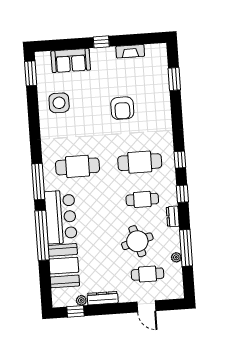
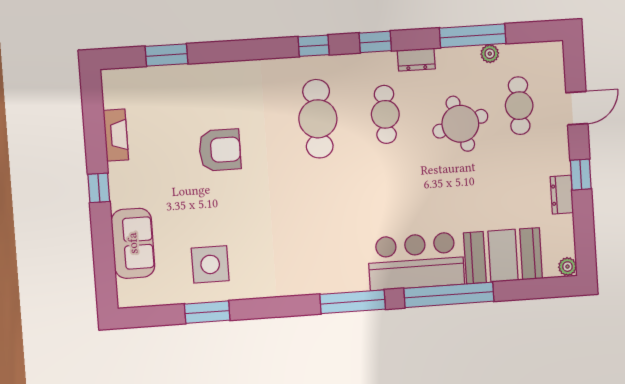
window: (31, 73) -> (207, 312), moved
cafe table: (77, 166) -> (325, 231), removed
dresser: (103, 298) -> (562, 195), width x0.70
plant: (81, 300) -> (567, 267), moved
window: (76, 311) -> (581, 175), moved

